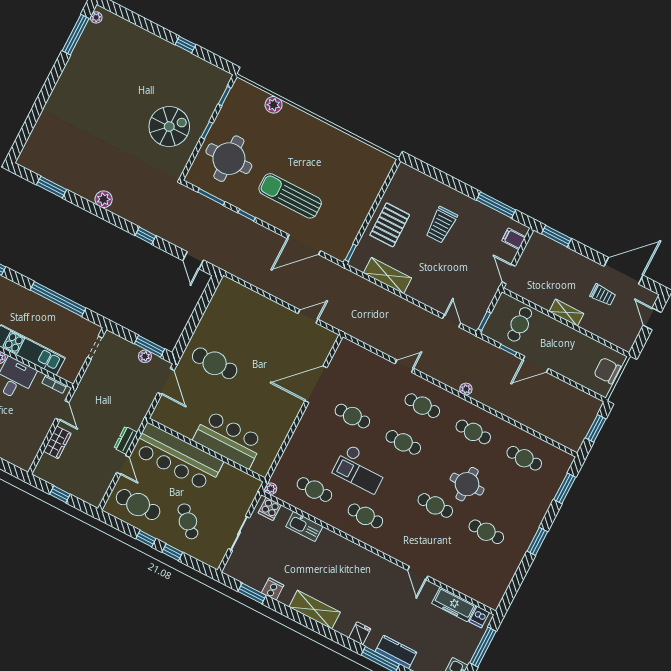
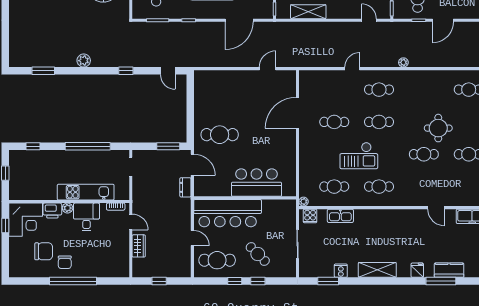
plant: (145, 356) -> (169, 155), removed
cafe table: (473, 432) -> (424, 90), removed
dresser: (126, 440) -> (185, 187), moved

